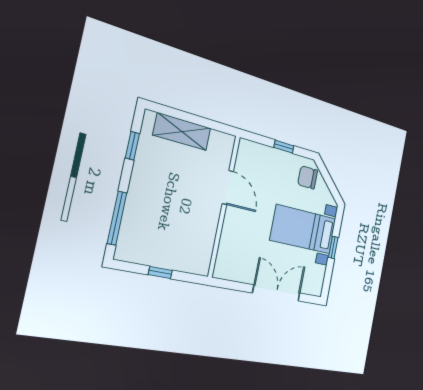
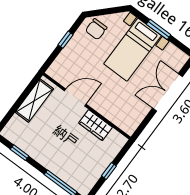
shelving: (182, 132) -> (34, 101), moved
wardrobe: (207, 228) -> (96, 125), added
window: (333, 247) -> (159, 29), width x1.50

